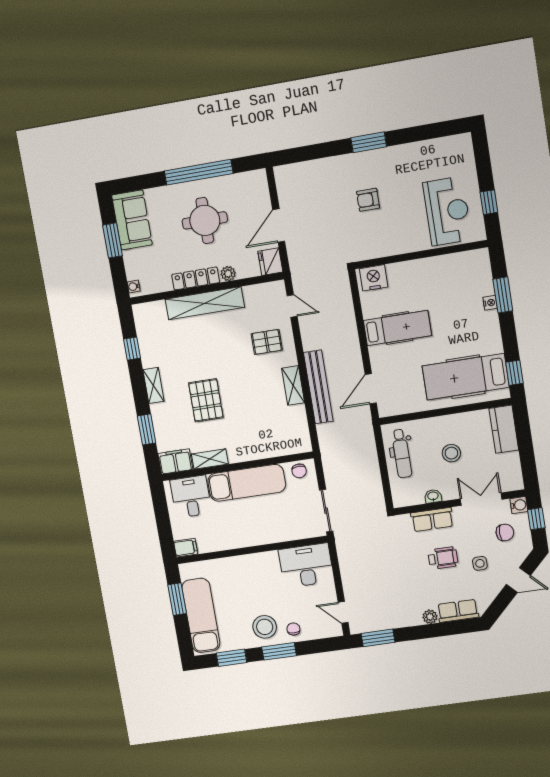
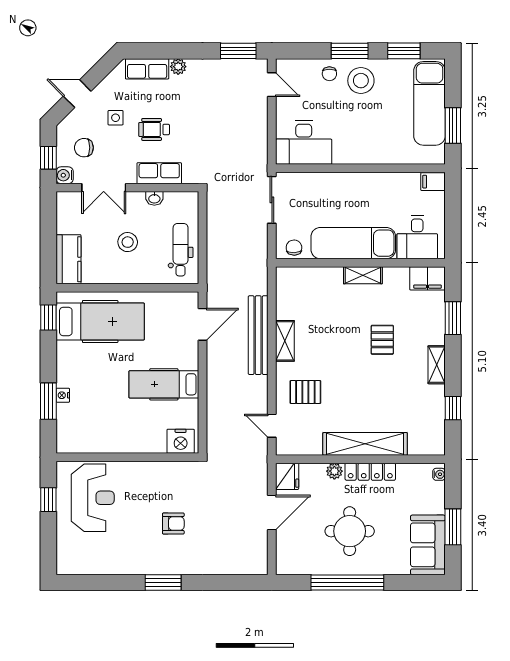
reception desk: (447, 211) -> (93, 498), turned 180
pallet: (206, 400) -> (382, 340), width x0.67, depth x0.71
shelving: (210, 459) -> (363, 275), moved

